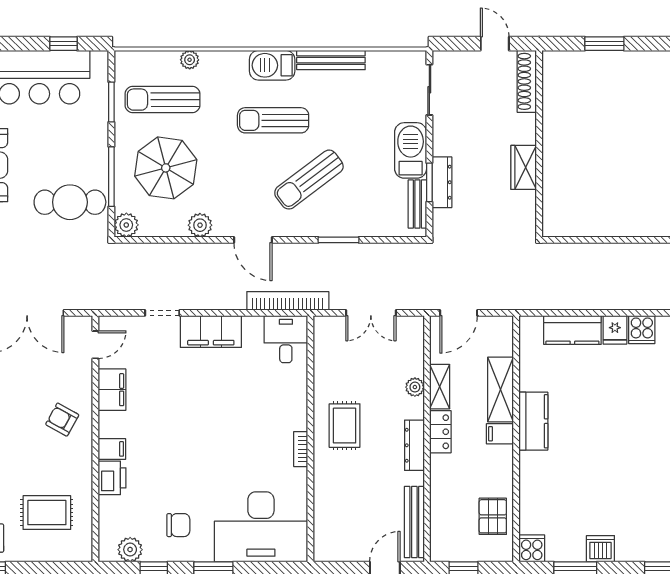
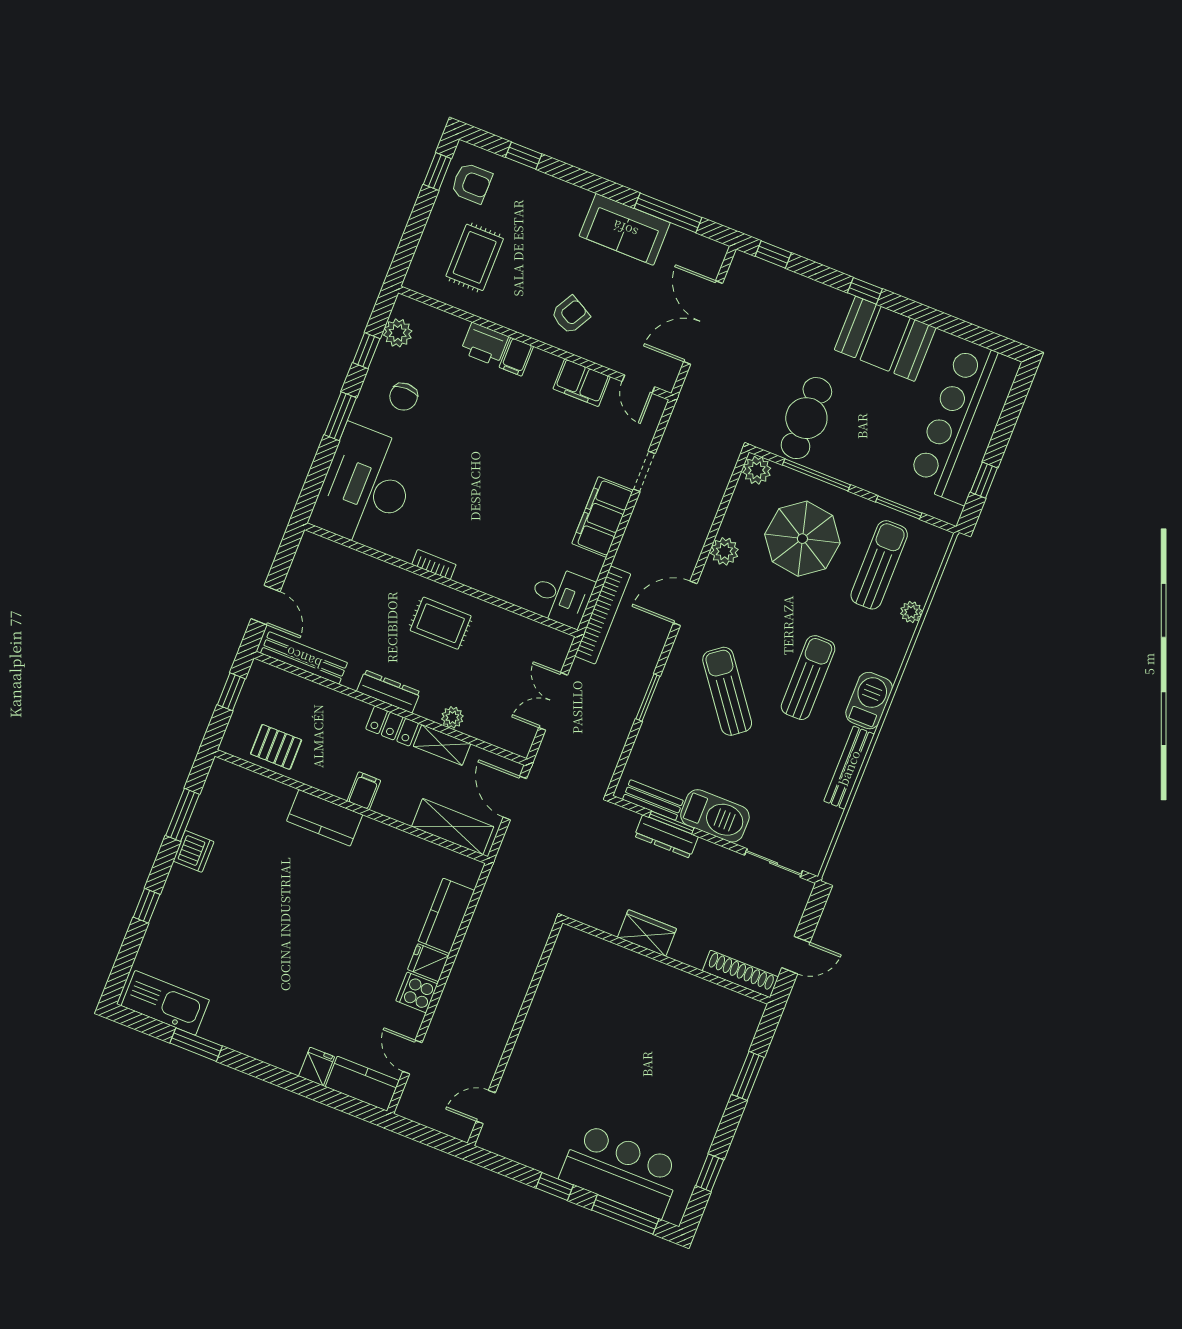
shelving: (501, 389) -> (453, 827), moved
kitchen counter: (533, 421) -> (325, 818), moved
cooker: (532, 548) -> (224, 776), removed

